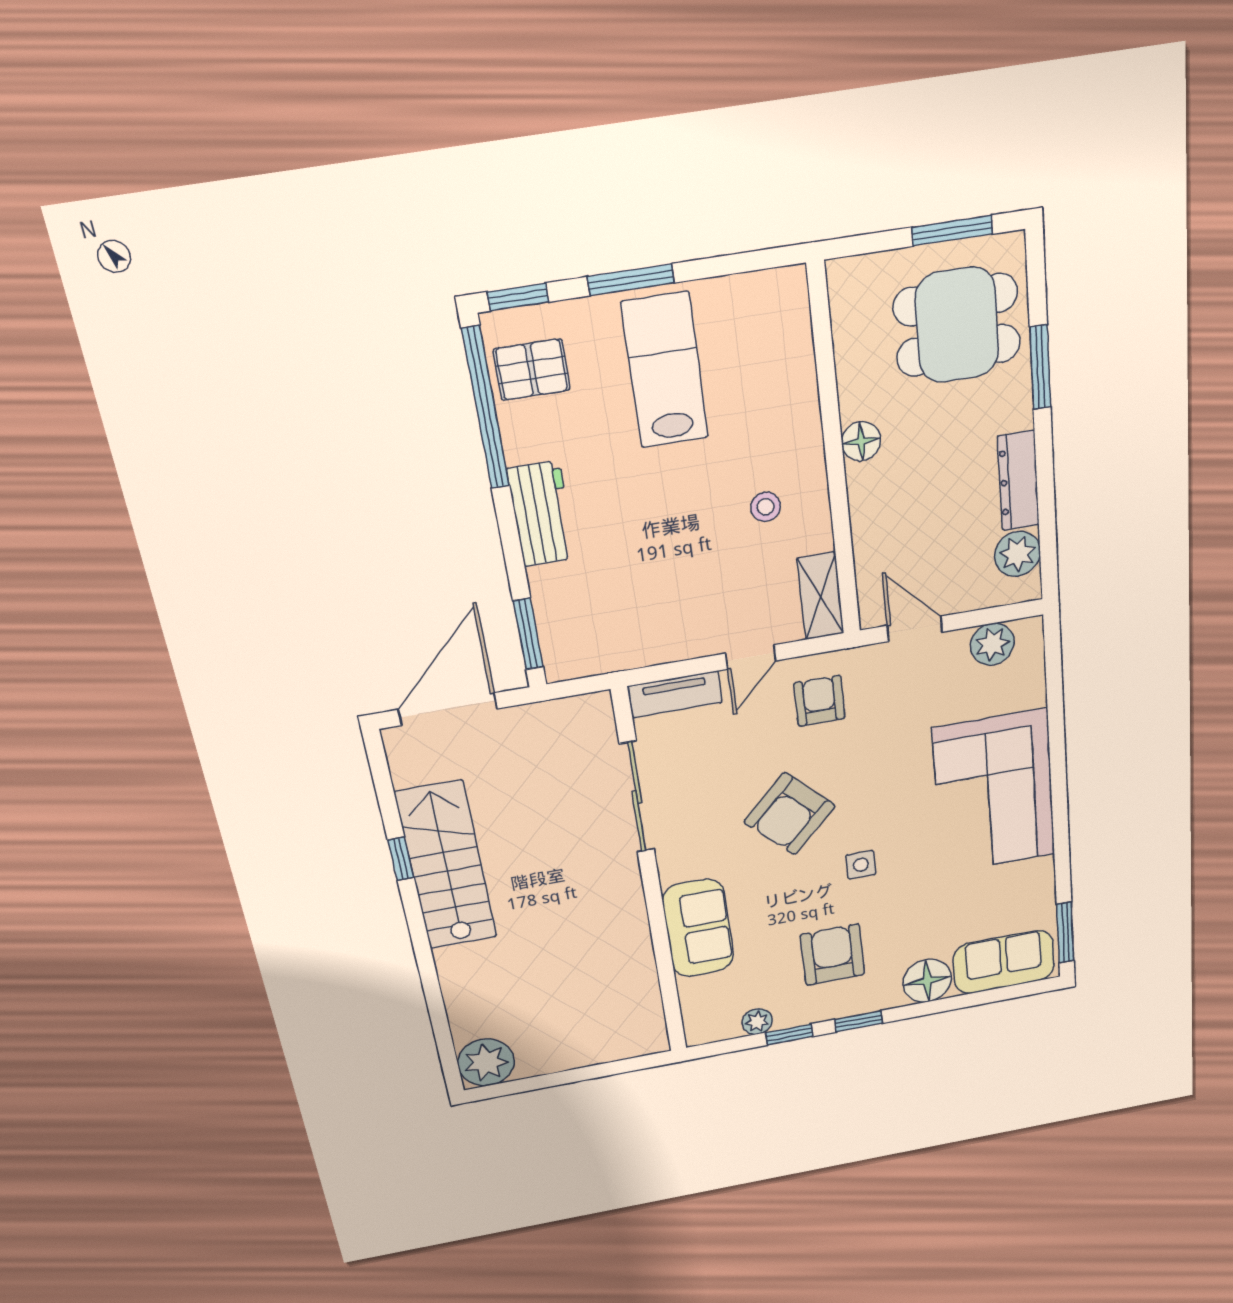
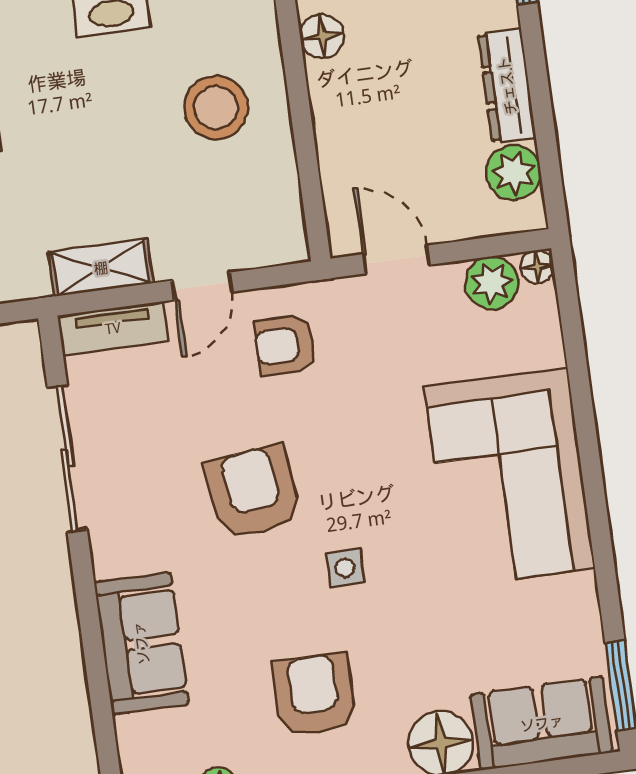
stool: (766, 507) -> (216, 107), width x1.89, depth x1.89
shelving: (820, 596) -> (101, 268), moved, turned 90
floor lamp: (1030, 630) -> (537, 267), added
armchair: (819, 701) -> (285, 345), turned -90
armchair: (790, 814) -> (253, 492), turned 128

